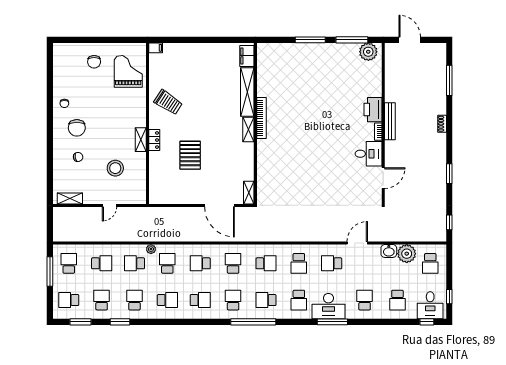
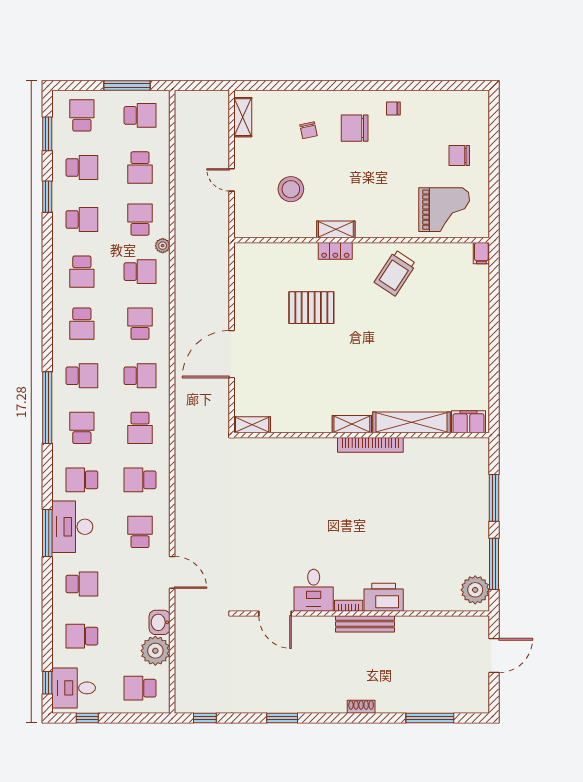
filing cabinet: (247, 56) -> (468, 422), moved
shelving: (247, 92) -> (412, 422), moved
bookcase: (261, 118) -> (370, 445), moved
wall: (255, 123) -> (362, 435), moved
shelving: (248, 130) -> (352, 424), moved
shelving: (249, 193) -> (252, 425), moved

